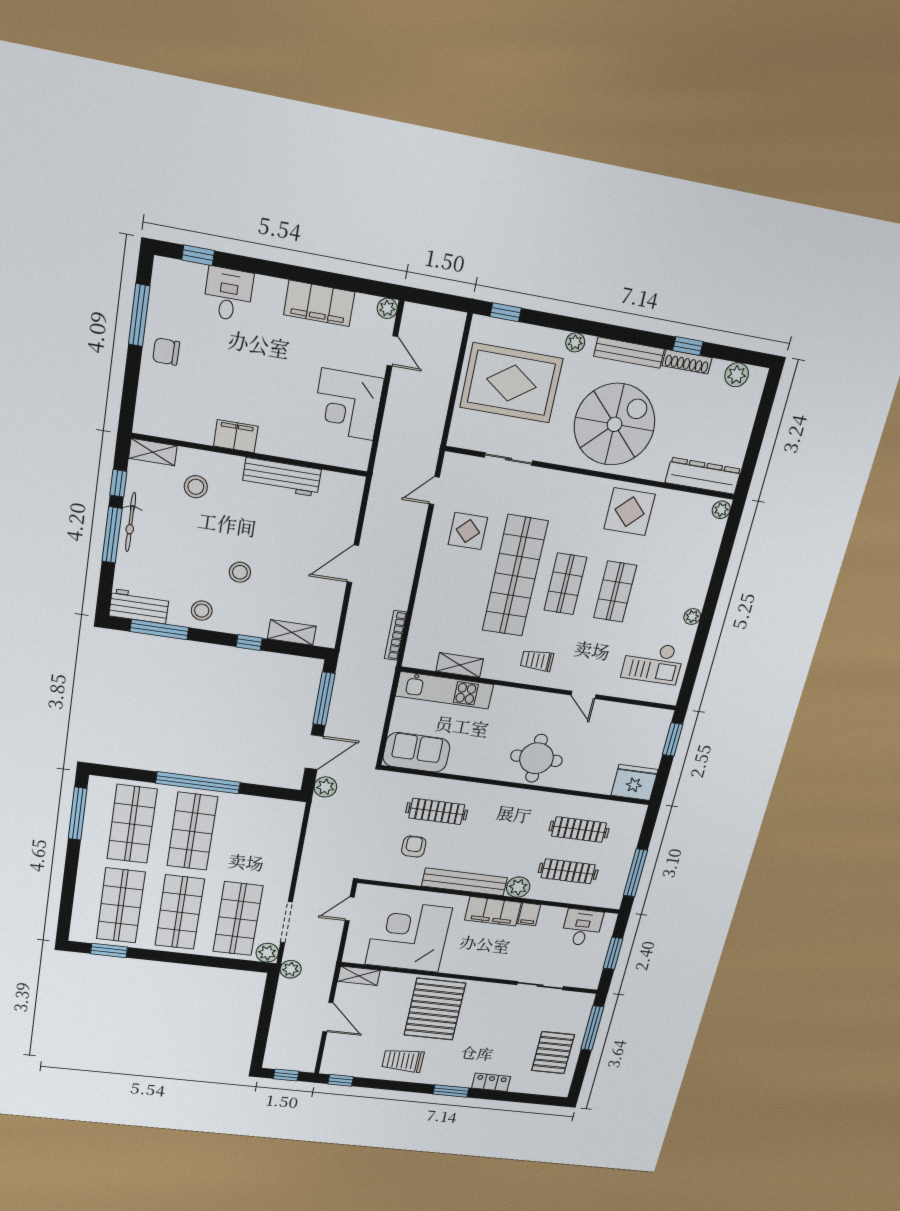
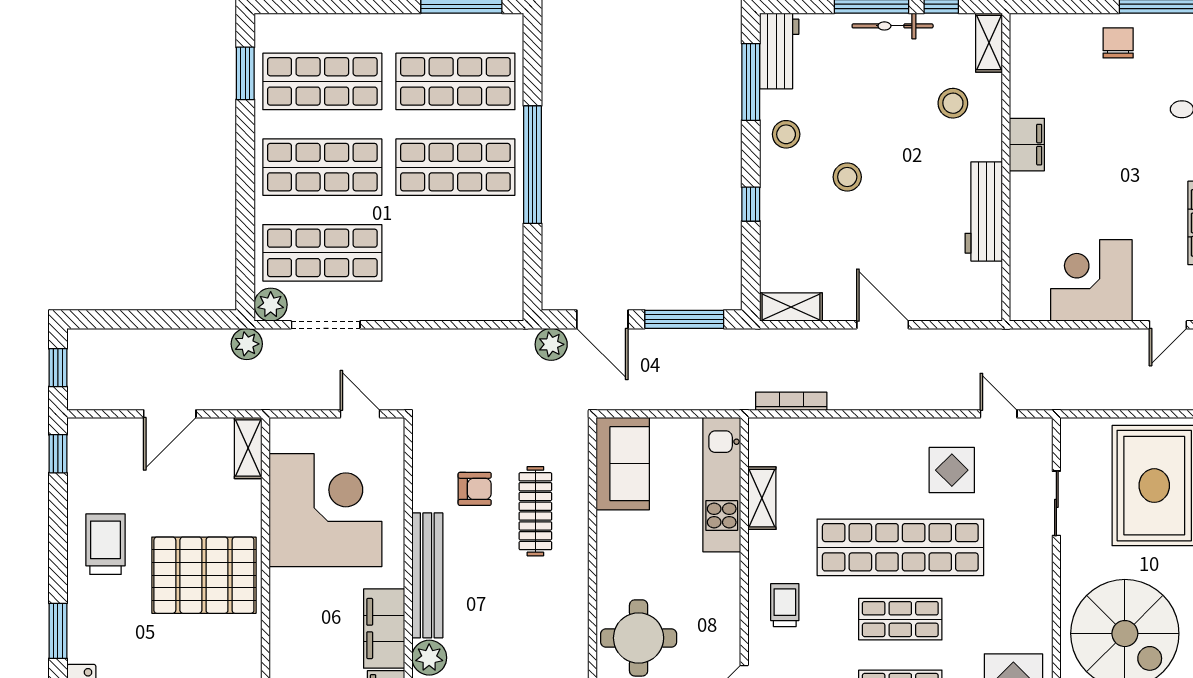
shelving: (292, 632) -> (791, 307), moved, turned 90

